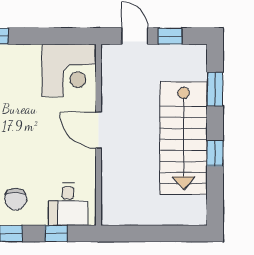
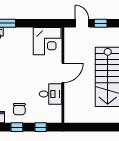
door: (99, 130) -> (63, 73), swing flipped
desk: (68, 204) -> (51, 94), moved, turned -90

